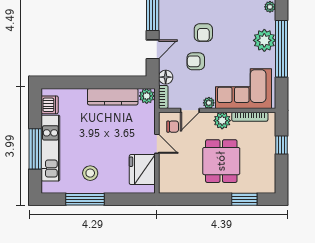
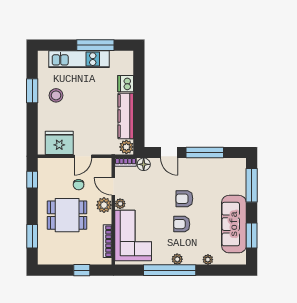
plant: (264, 40) -> (177, 259), width x0.53, depth x0.53
armchair: (196, 61) -> (182, 224), moved, turned -90
dishwasher: (50, 105) -> (126, 84), moved, turned 90
plant: (222, 121) -> (104, 205), moved
chair: (173, 127) -> (79, 185), moved
window: (35, 149) -> (95, 45), moved
window: (85, 199) -> (32, 91), width x0.69
window: (182, 199) -> (32, 180), added

